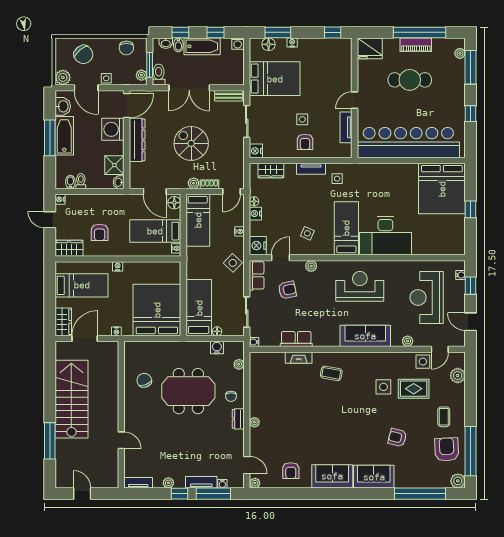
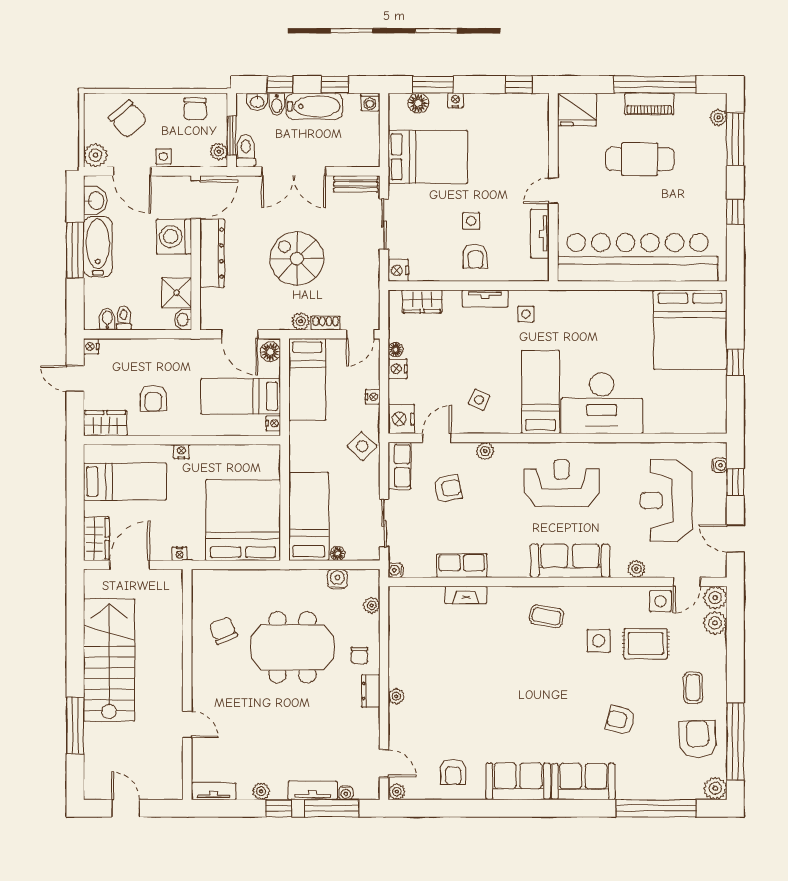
plant: (458, 359) -> (715, 598), added
coffee table: (331, 373) -> (547, 616), moved

